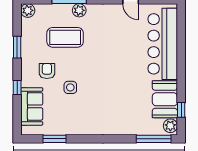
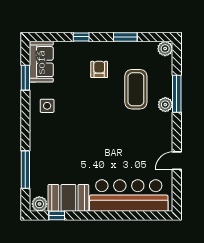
armchair: (47, 71) -> (99, 69), turned -90
side table: (70, 87) -> (47, 106), moved
sofa: (32, 106) -> (41, 62), moved, turned -90
window: (154, 139) -> (25, 170), moved

